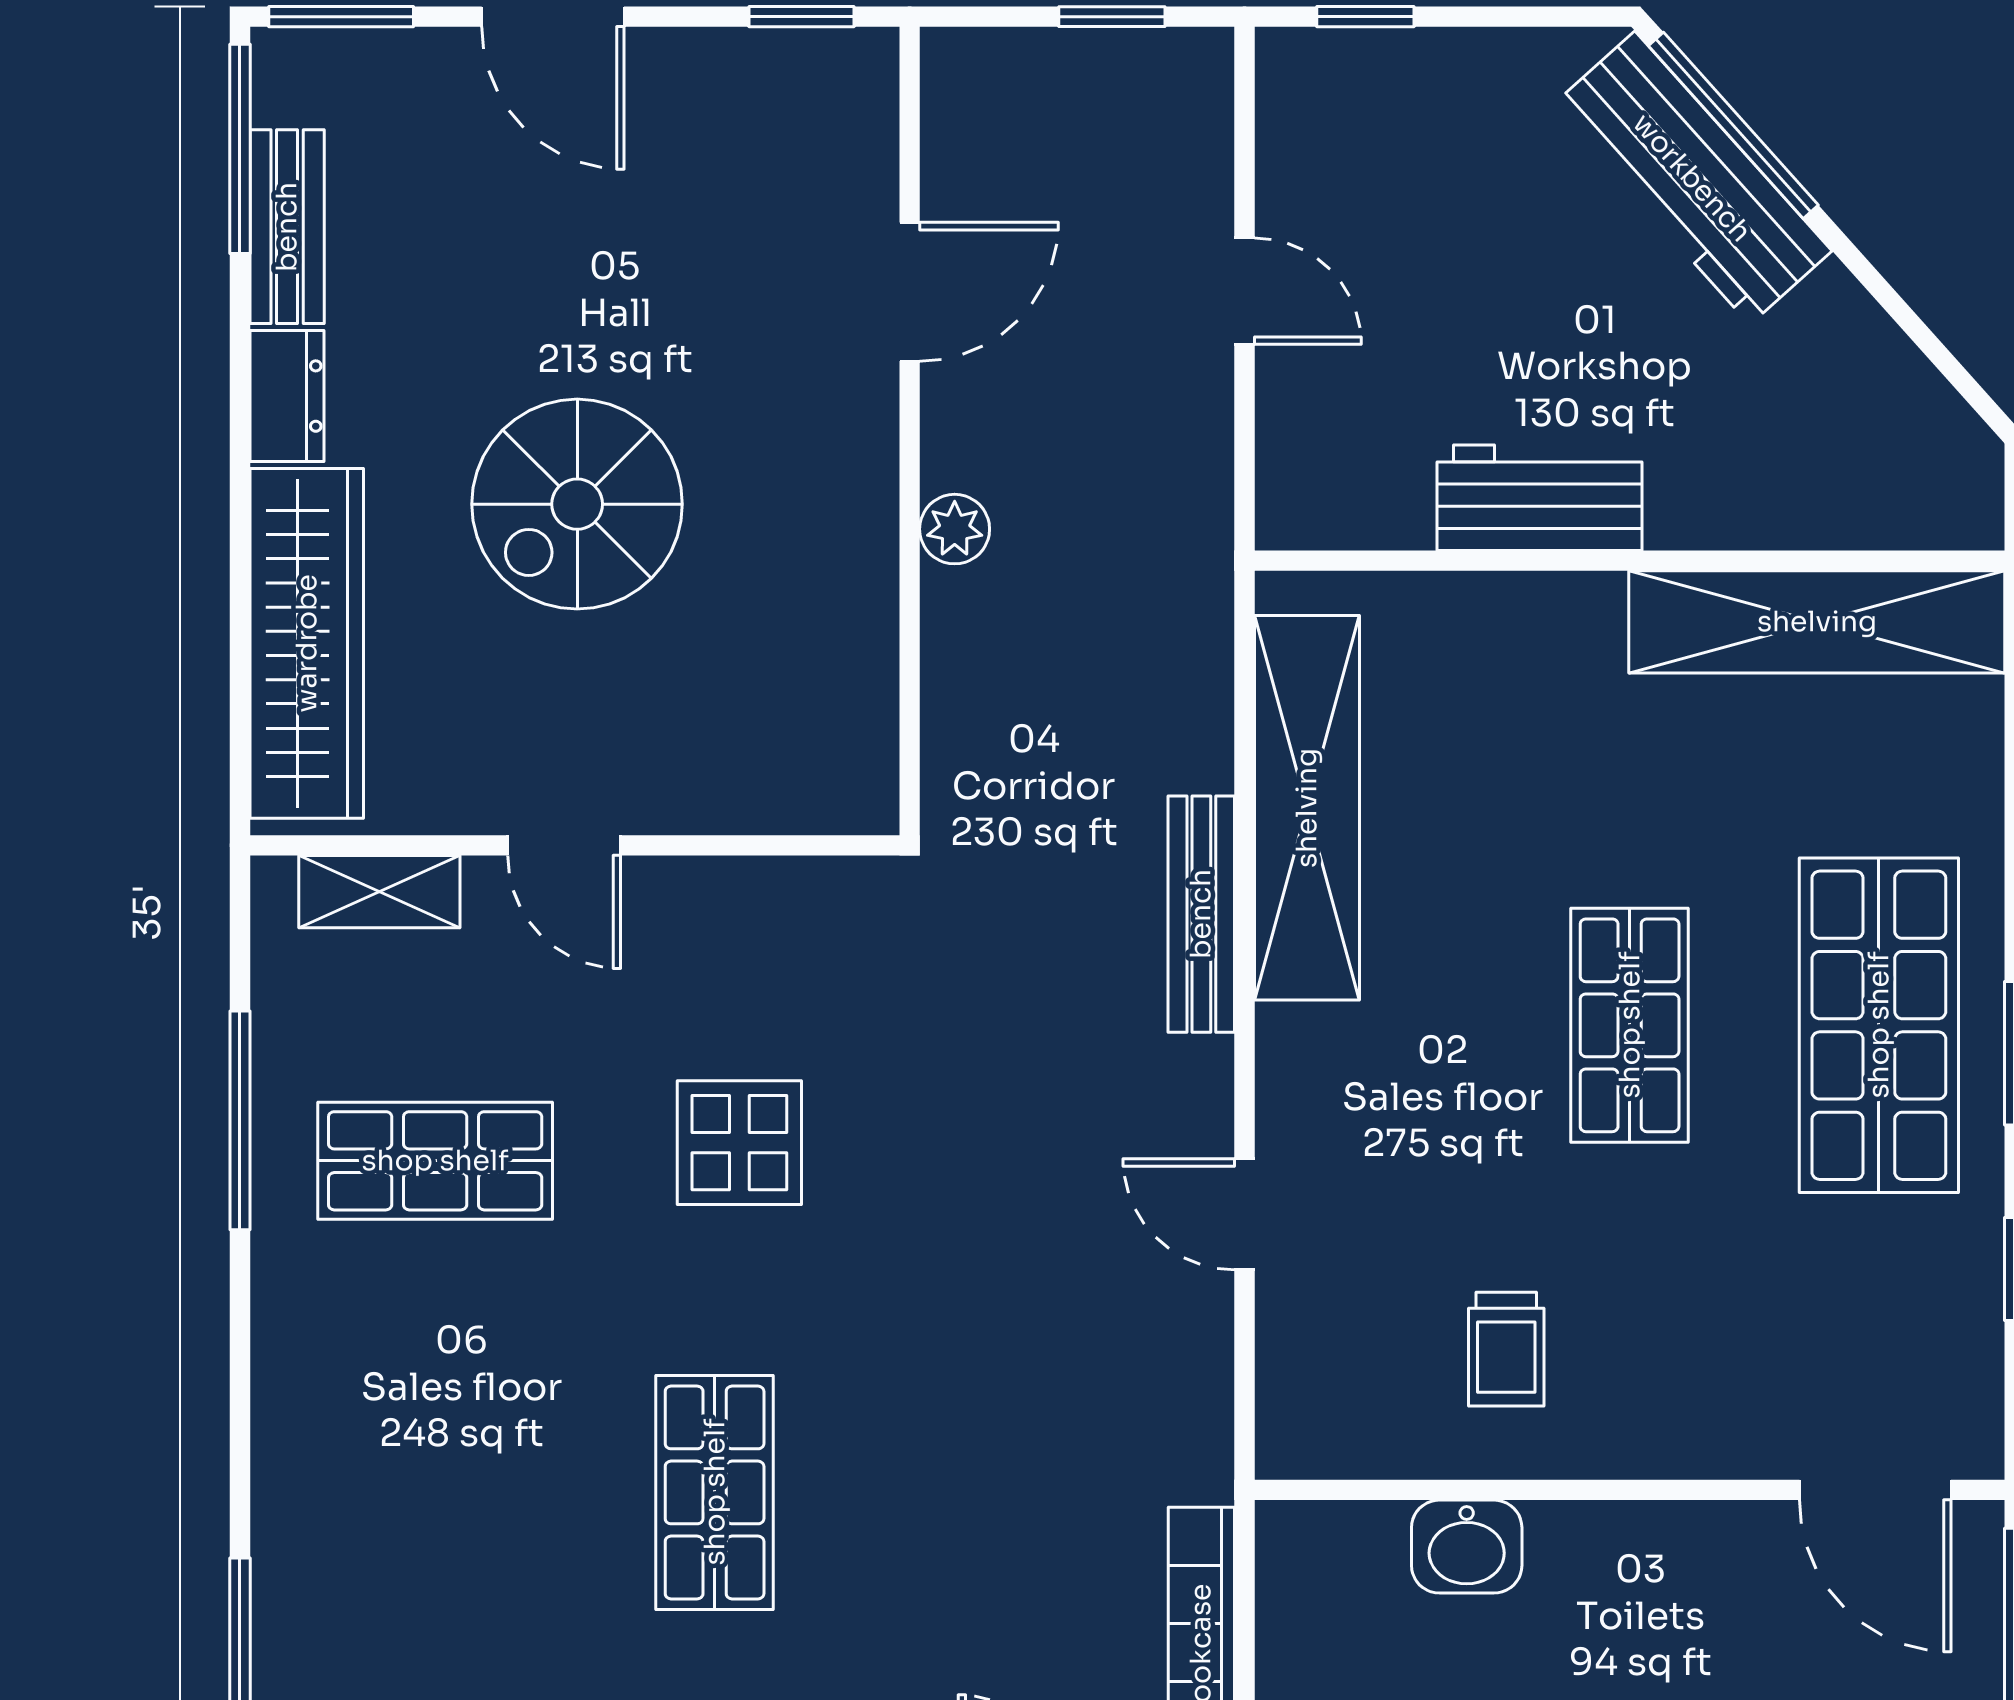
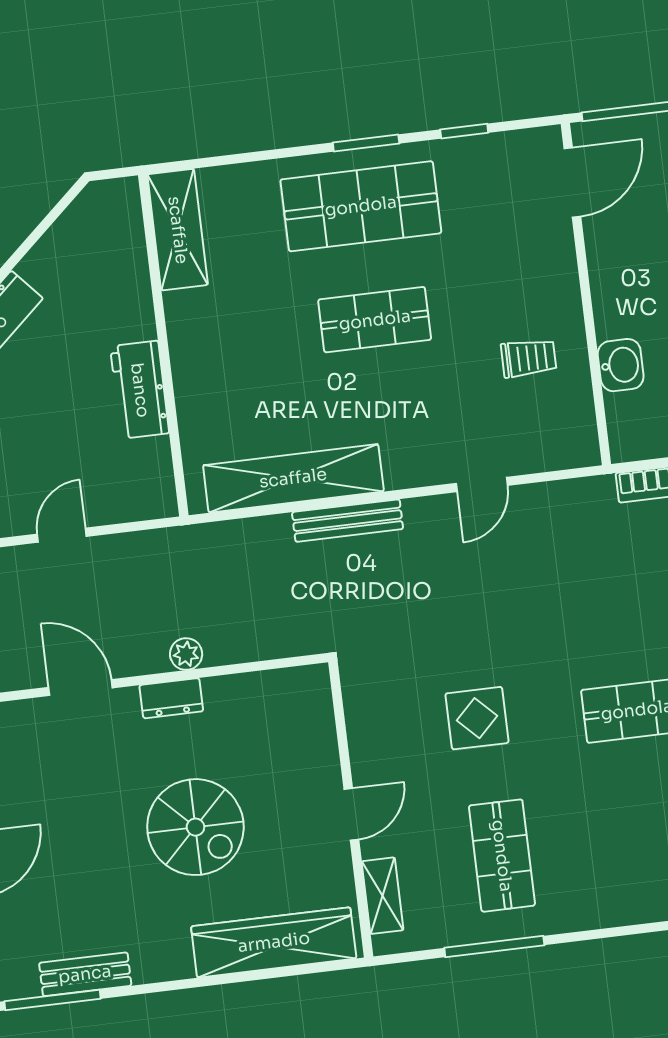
dresser: (287, 396) -> (171, 698), moved, turned 180
shelving: (1817, 622) -> (178, 230), width x0.68

